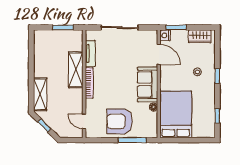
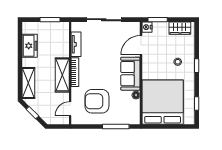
door: (159, 54) -> (141, 45), swing flipped
freezer: (42, 55) -> (30, 46), added
shelving: (76, 70) -> (62, 75), moved
bed: (176, 114) -> (163, 102), width x1.36
door: (84, 121) -> (70, 109), hinge flipped
armchair: (120, 121) -> (97, 101), moved

